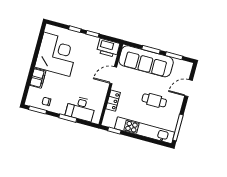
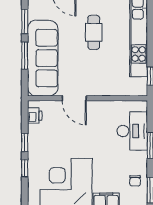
printer: (108, 48) -> (35, 115), width x0.53, depth x0.68
locker: (113, 101) -> (109, 89), removed

